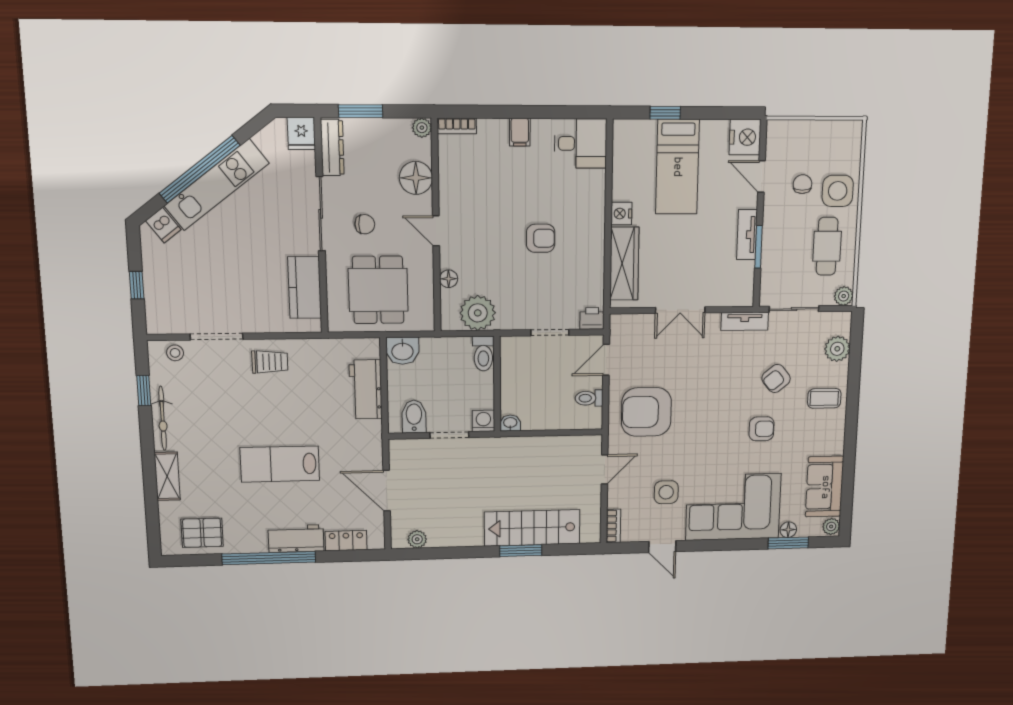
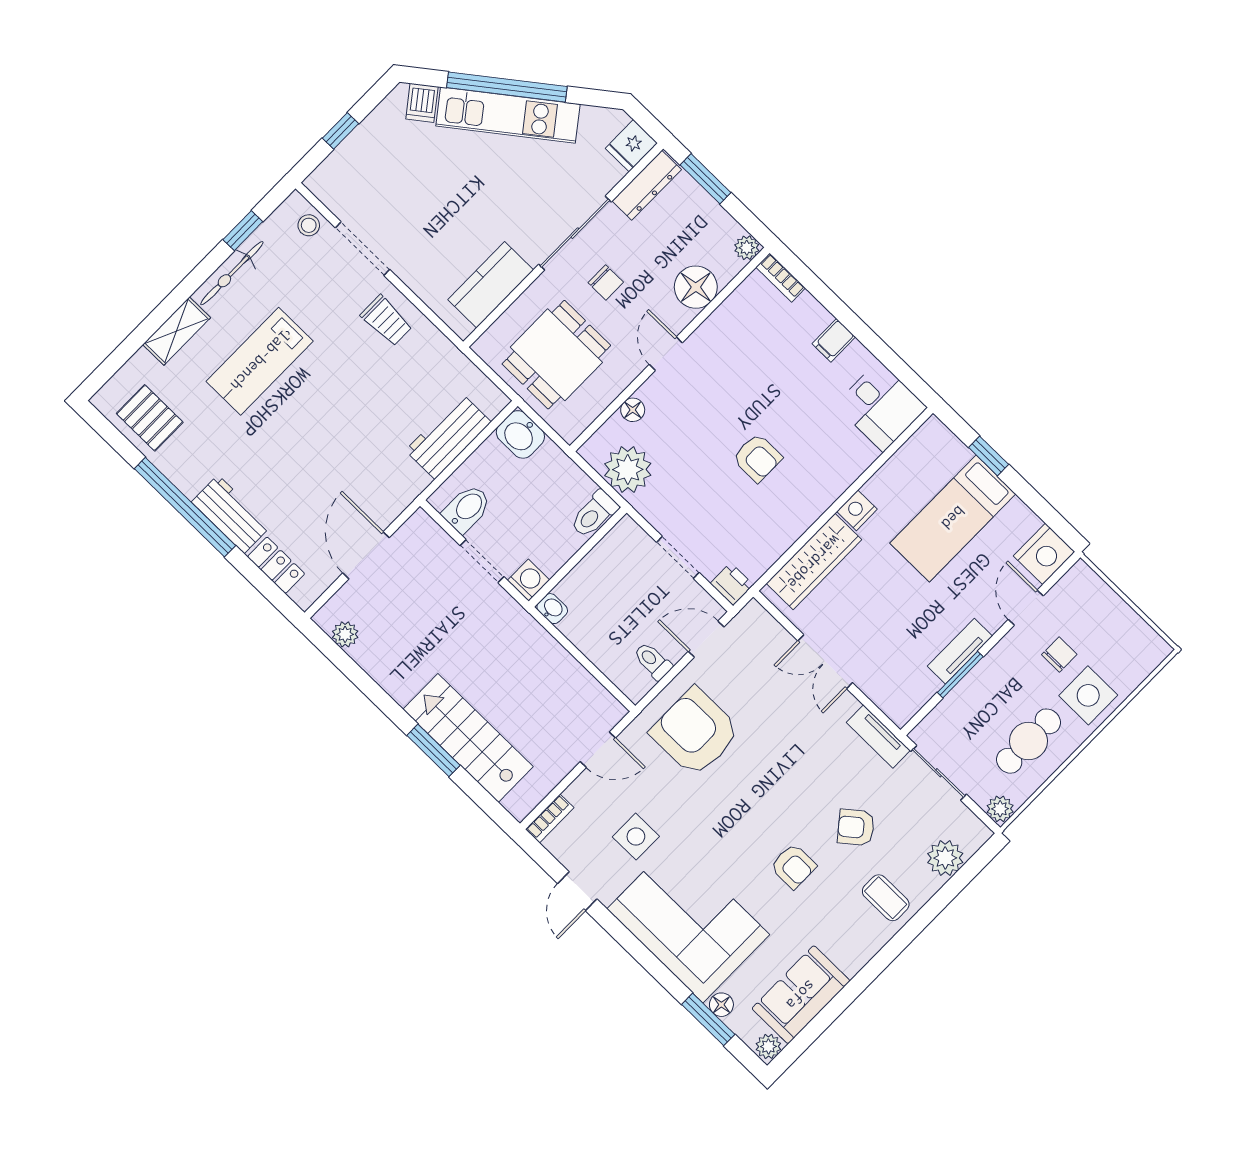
lab bench: (280, 464) -> (260, 361), moved, turned -90

